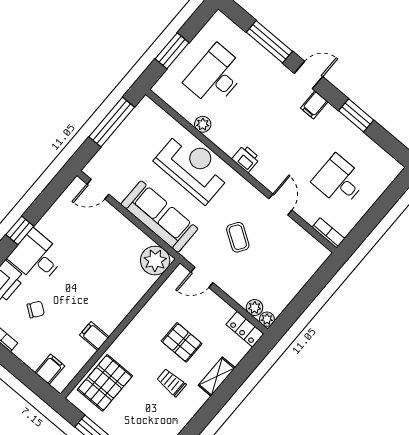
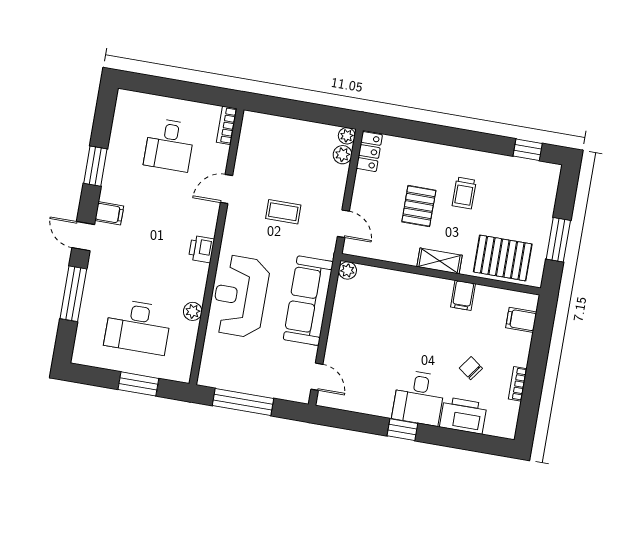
coffee table: (238, 237) -> (283, 212), turned 57
plant: (155, 260) -> (348, 270), width x0.53, depth x0.53
shelving: (217, 377) -> (439, 261), moved

